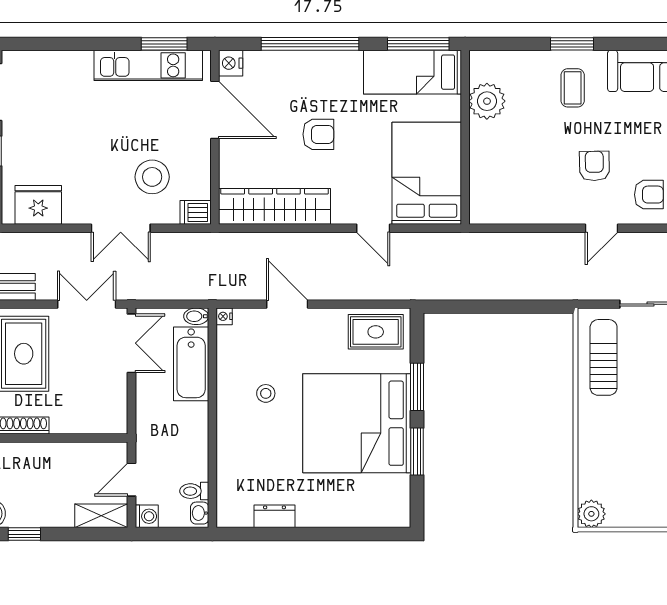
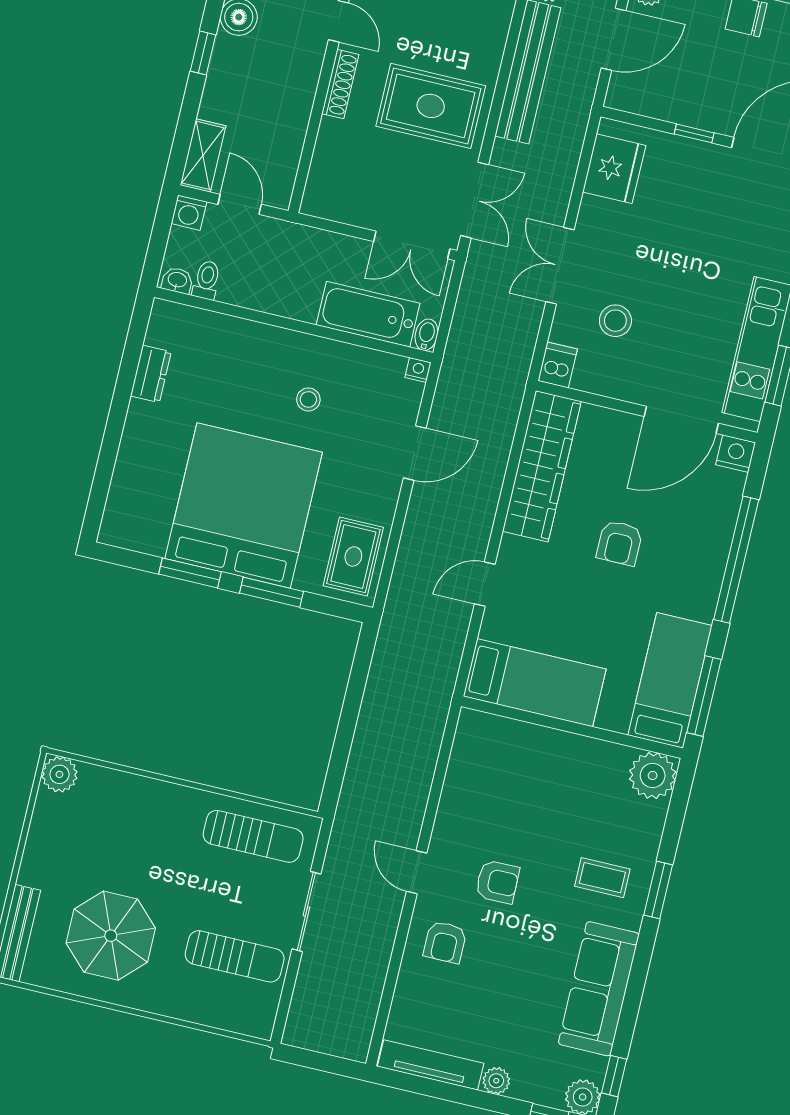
plant: (487, 101) -> (653, 776), moved
bed: (427, 173) -> (535, 683), width x0.67
stool: (152, 177) -> (615, 321), width x0.73, depth x0.73

